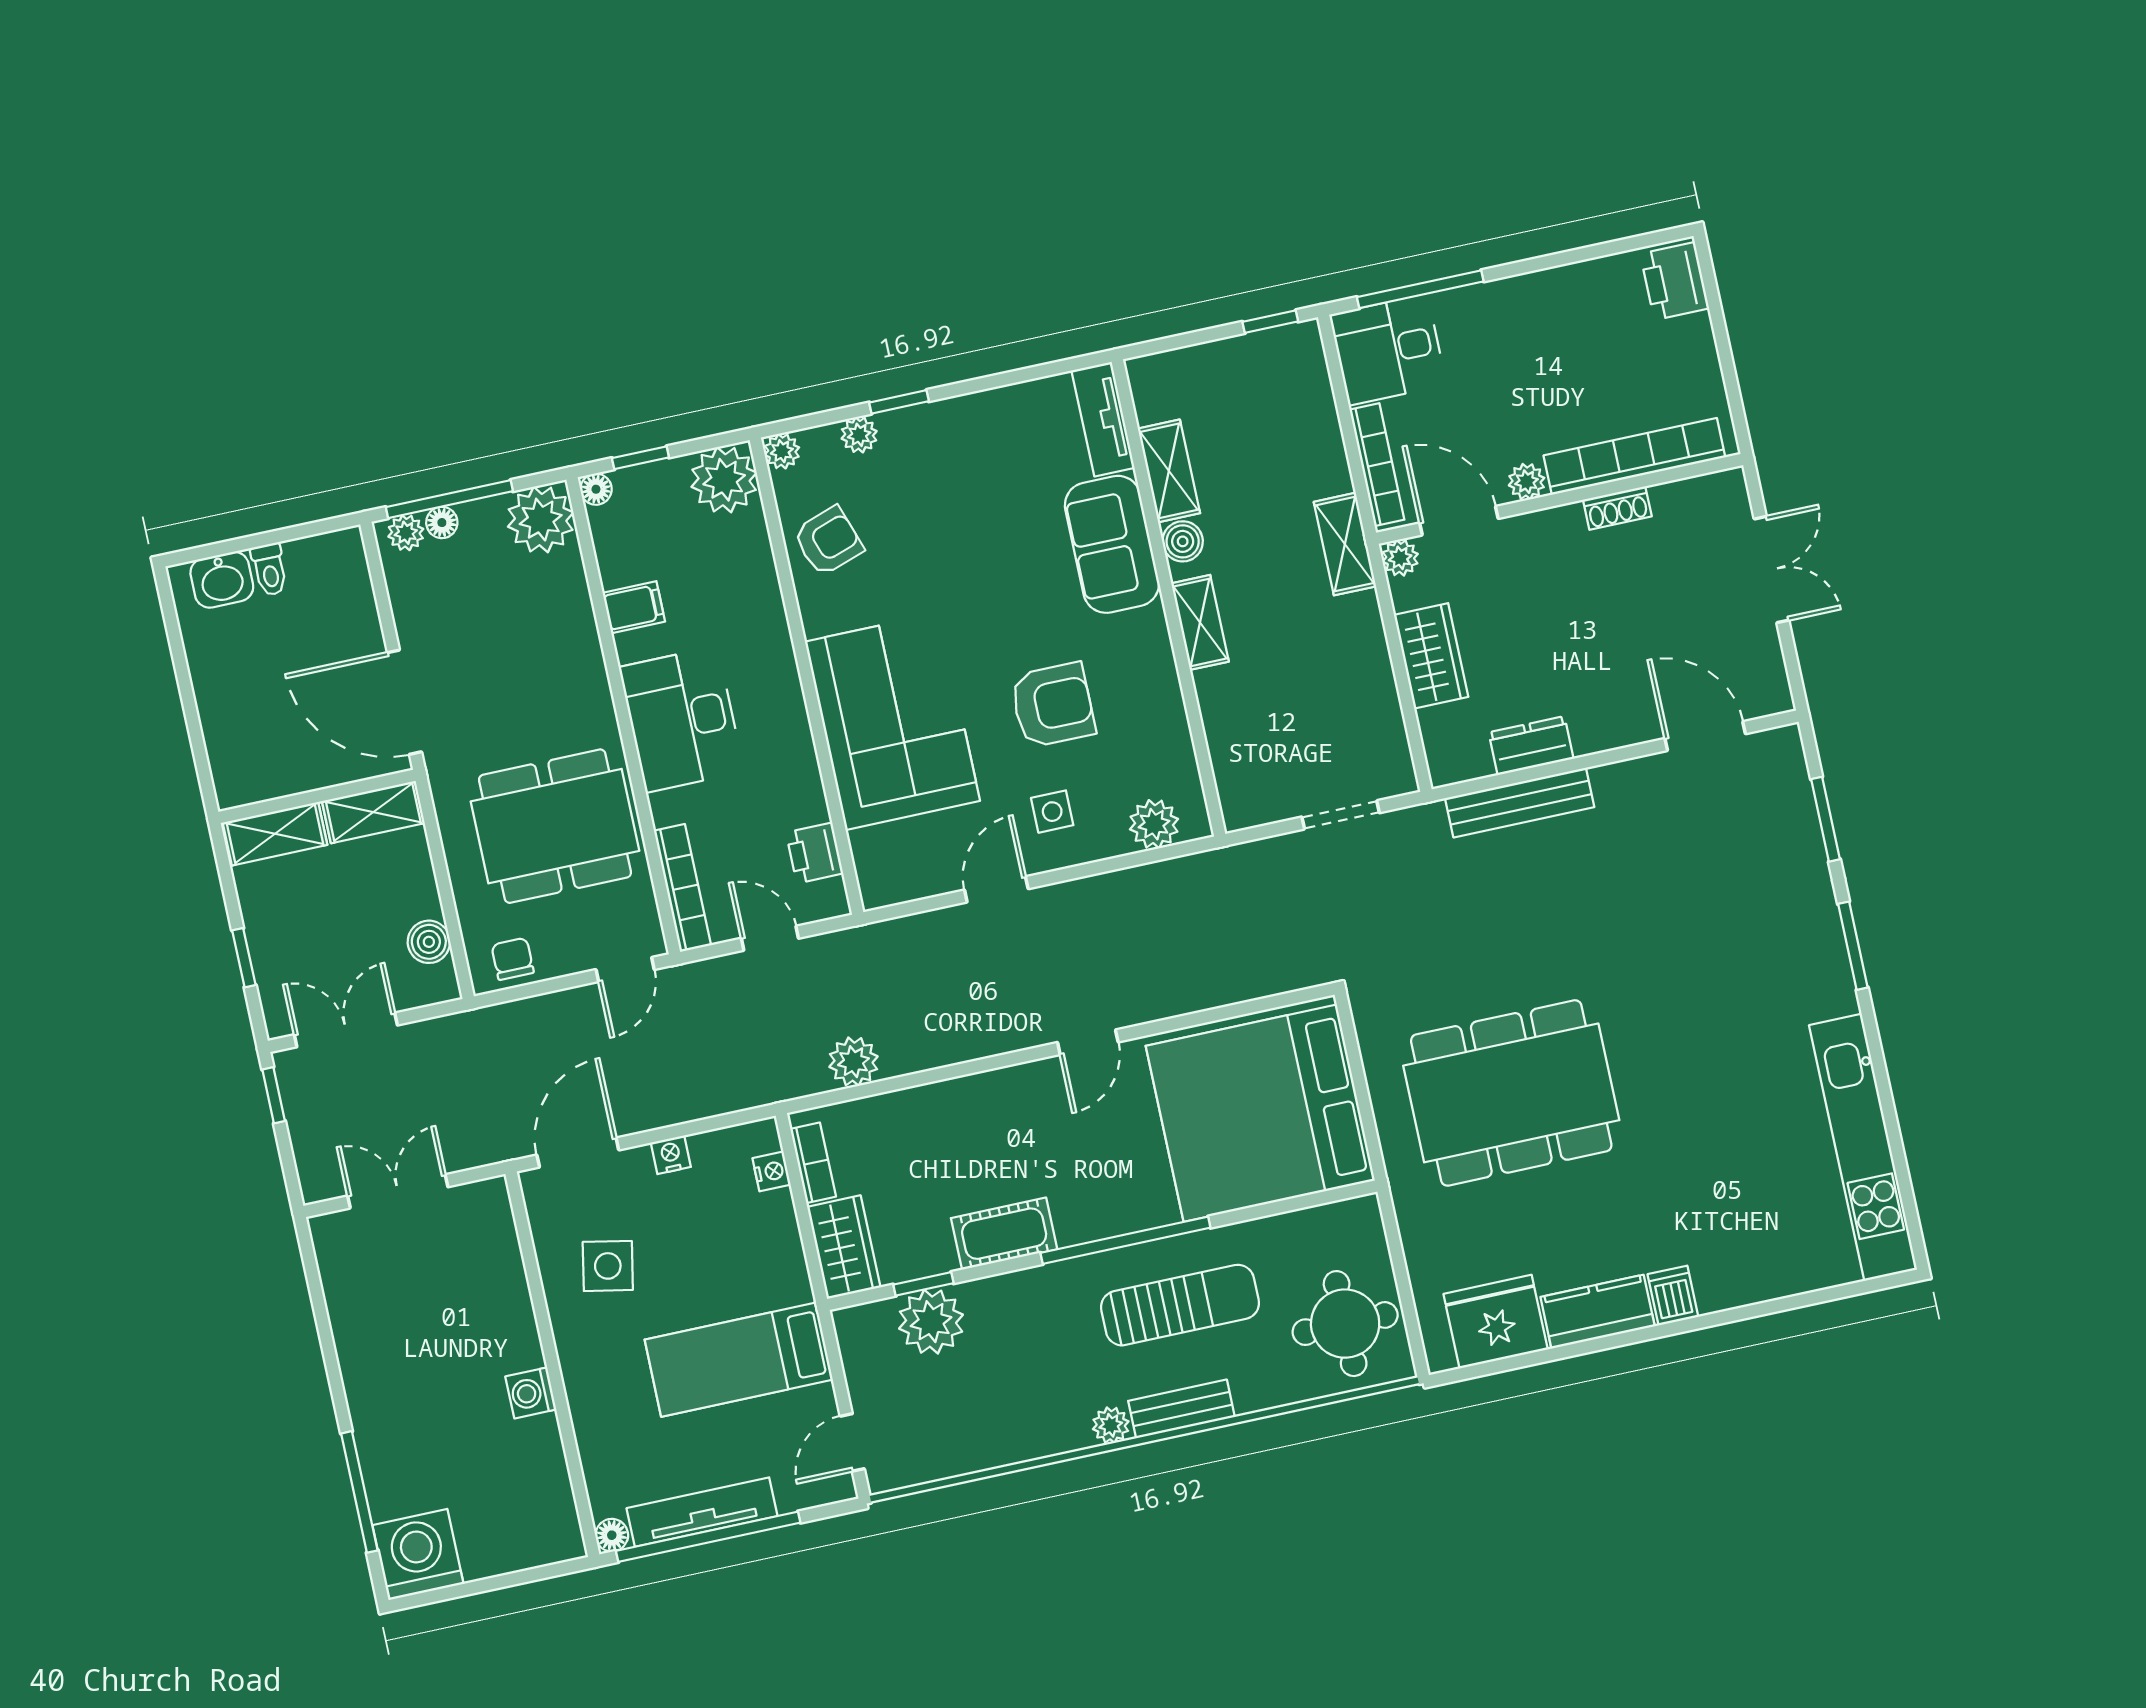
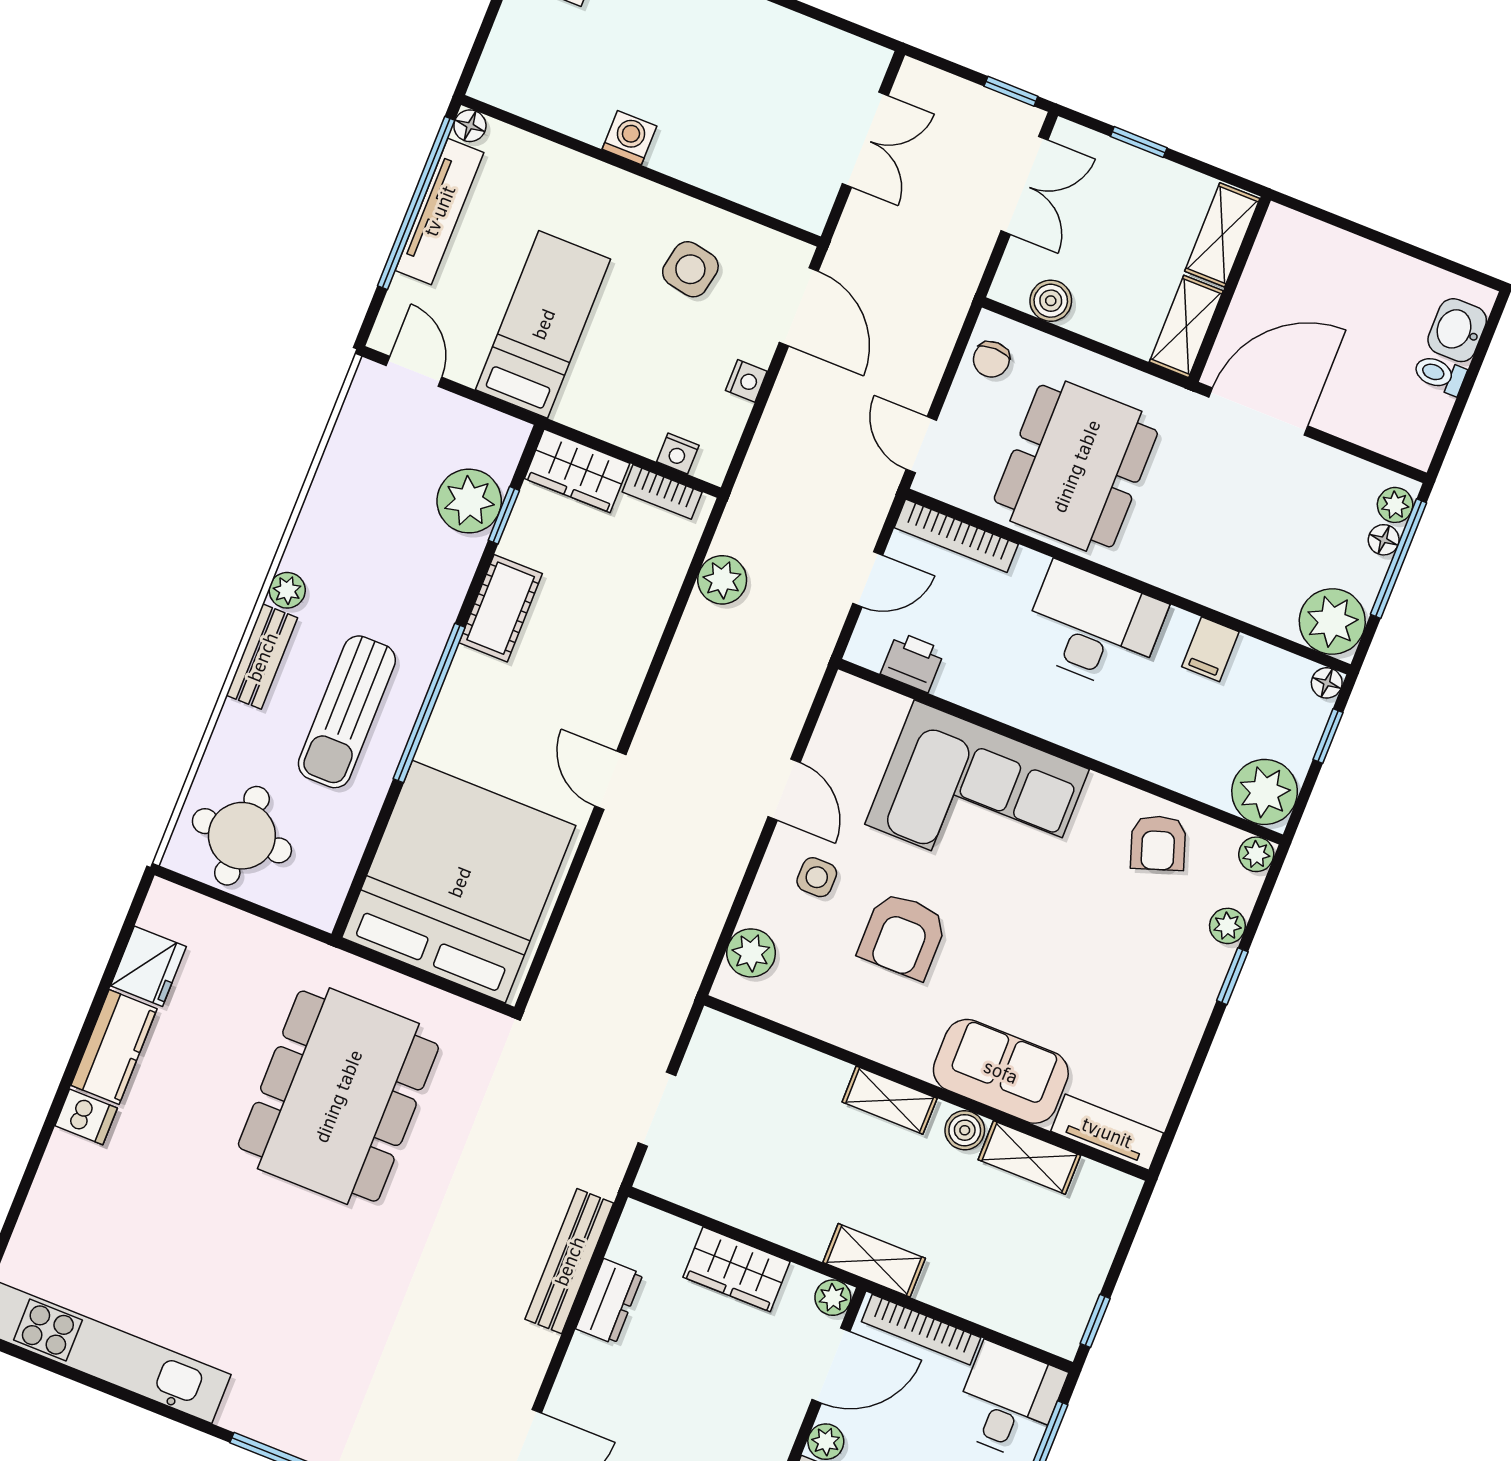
chair: (513, 959) -> (991, 359), turned 90
fridge: (1496, 1322) -> (148, 966), width x0.73, depth x0.75

